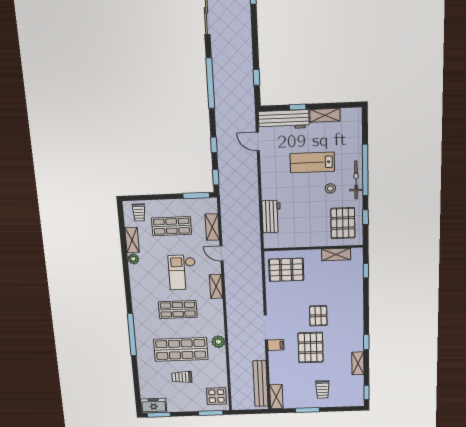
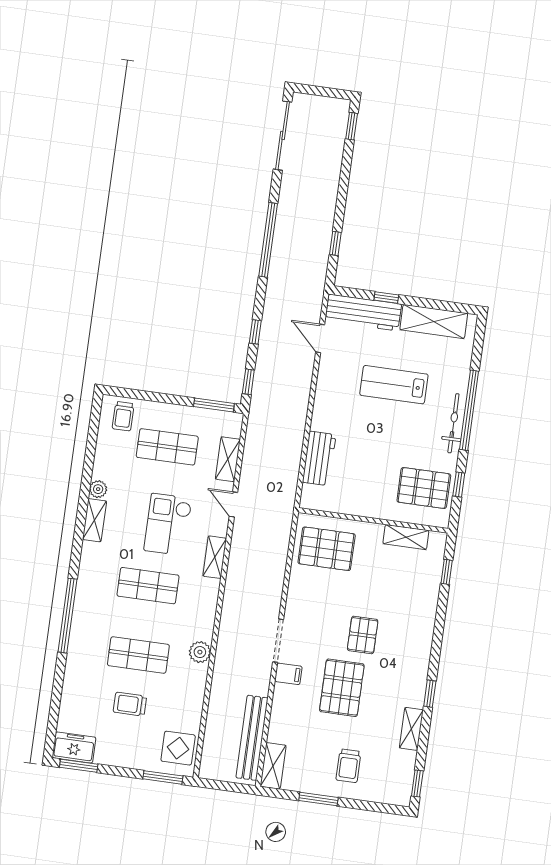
shelving: (325, 115) -> (434, 321), width x1.50, depth x1.33
stool: (330, 188) -> (414, 430), removed
pallet: (343, 223) -> (424, 488), turned 90
shelving: (132, 240) -> (94, 520), moved
shop shelf: (181, 349) -> (138, 655), width x0.70, depth x0.74

